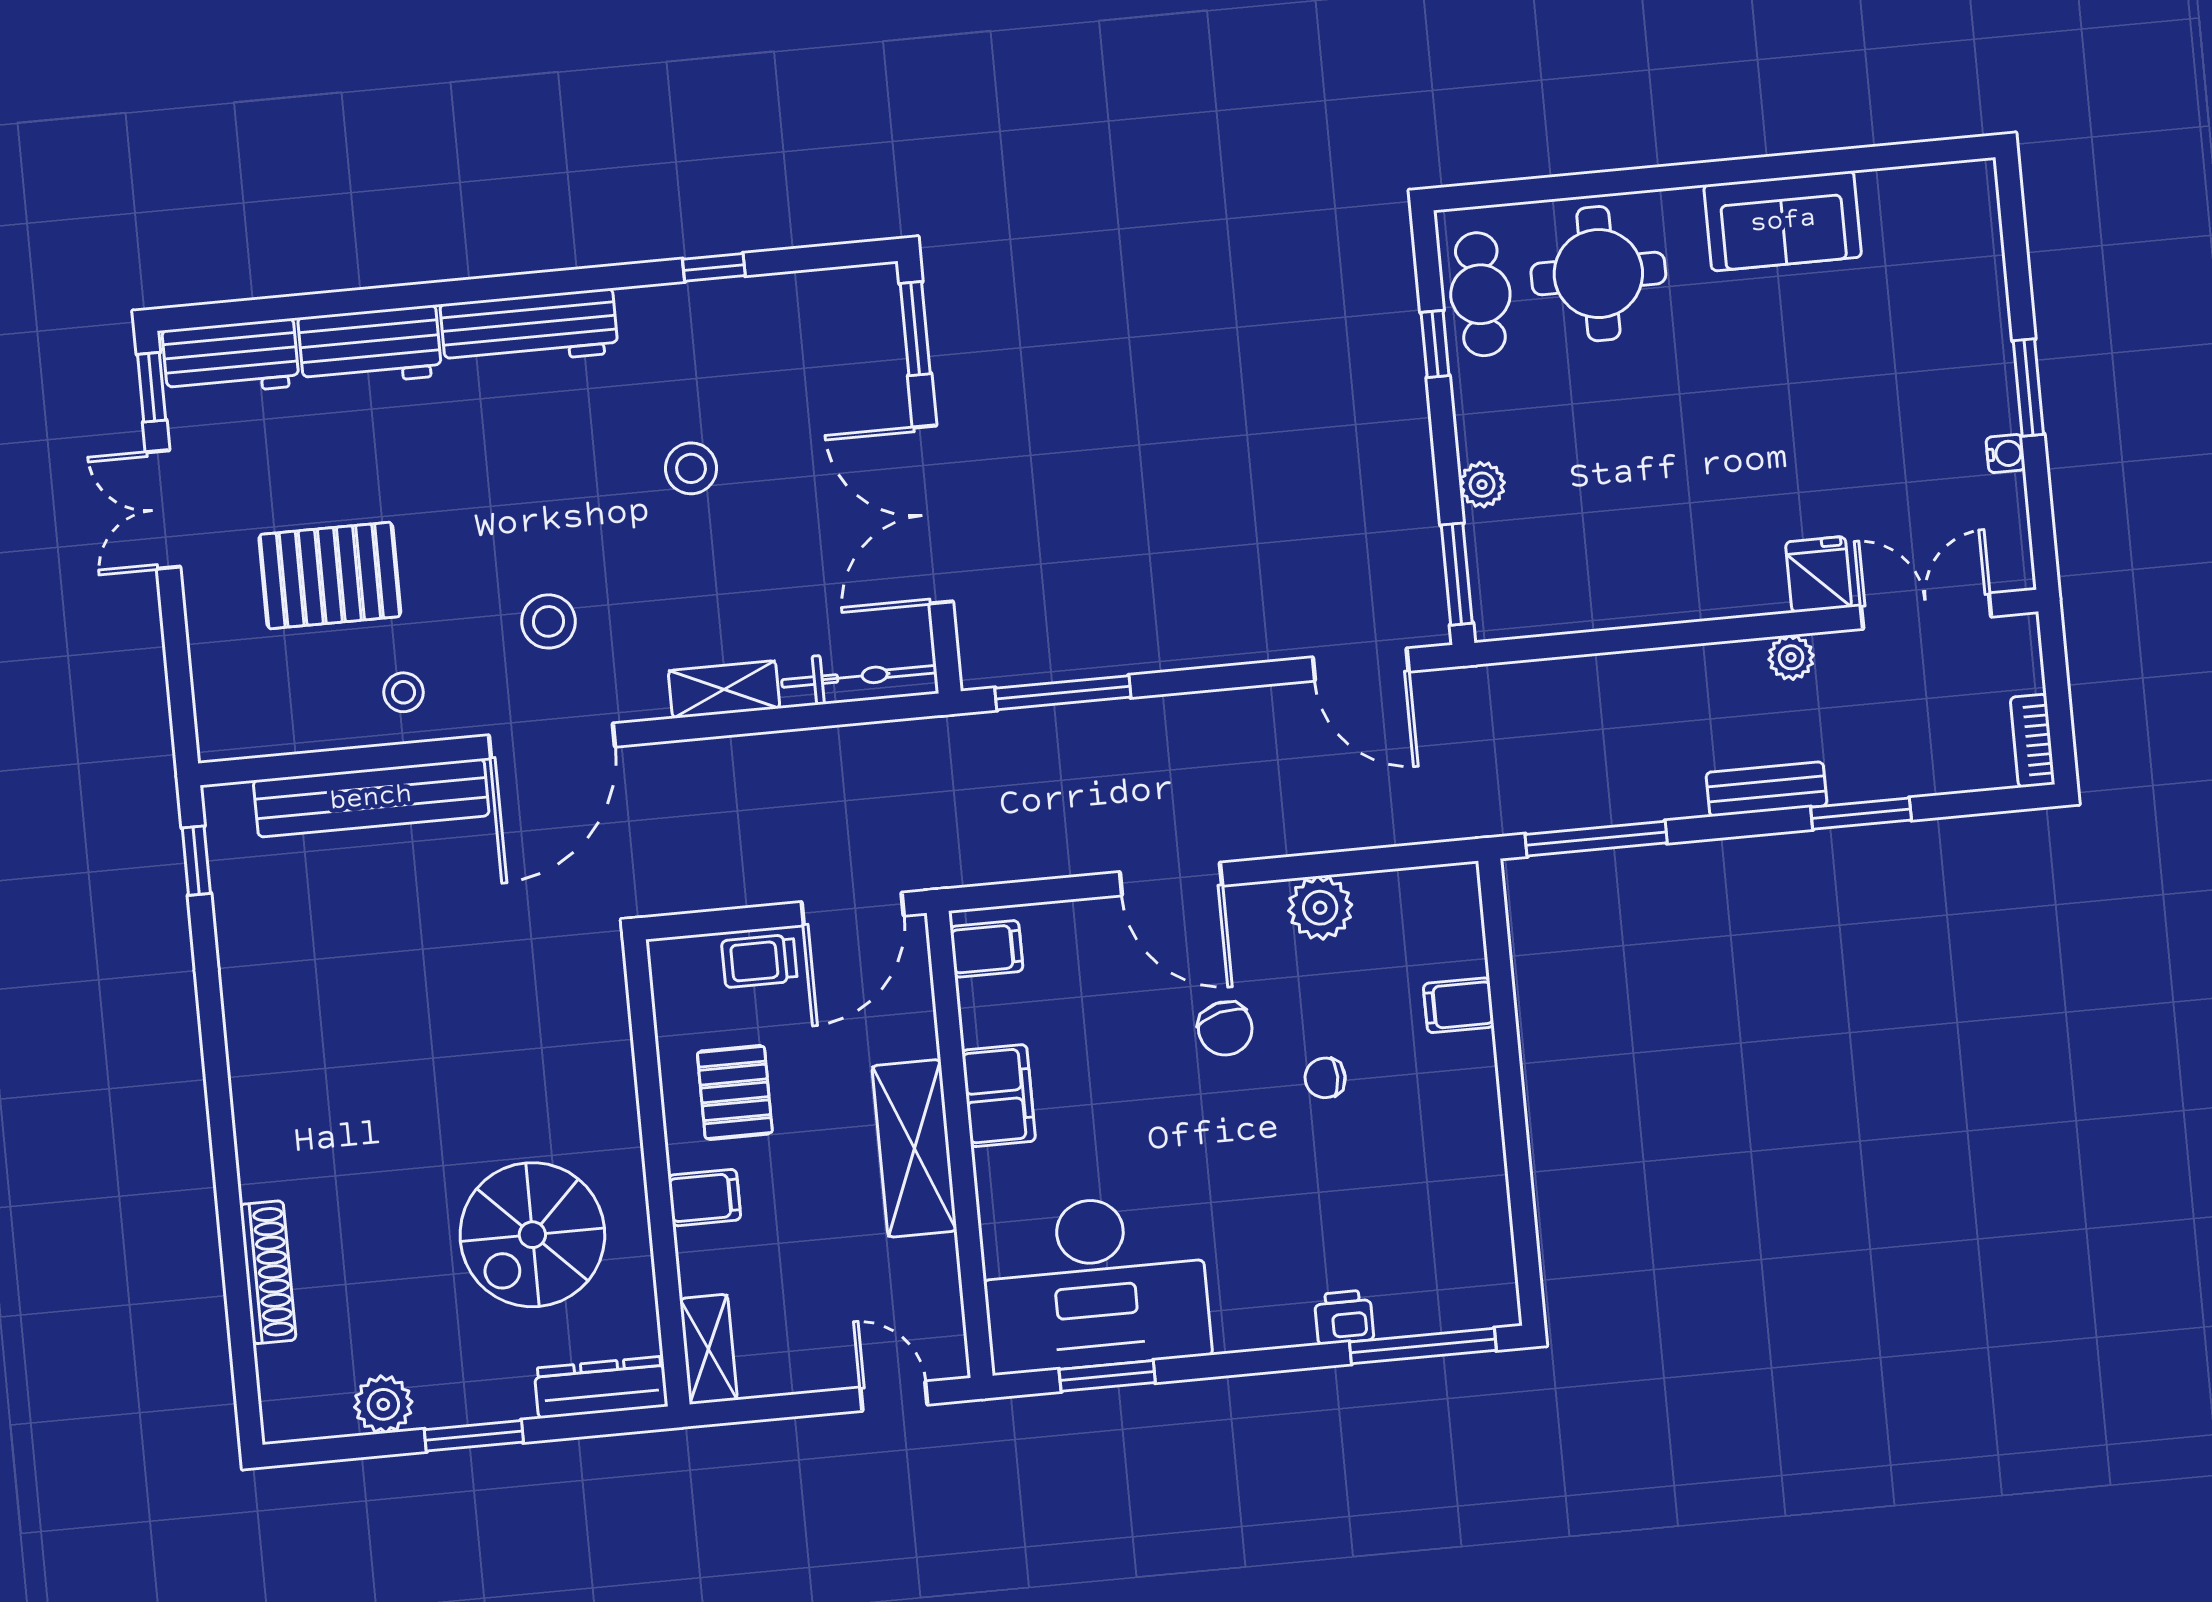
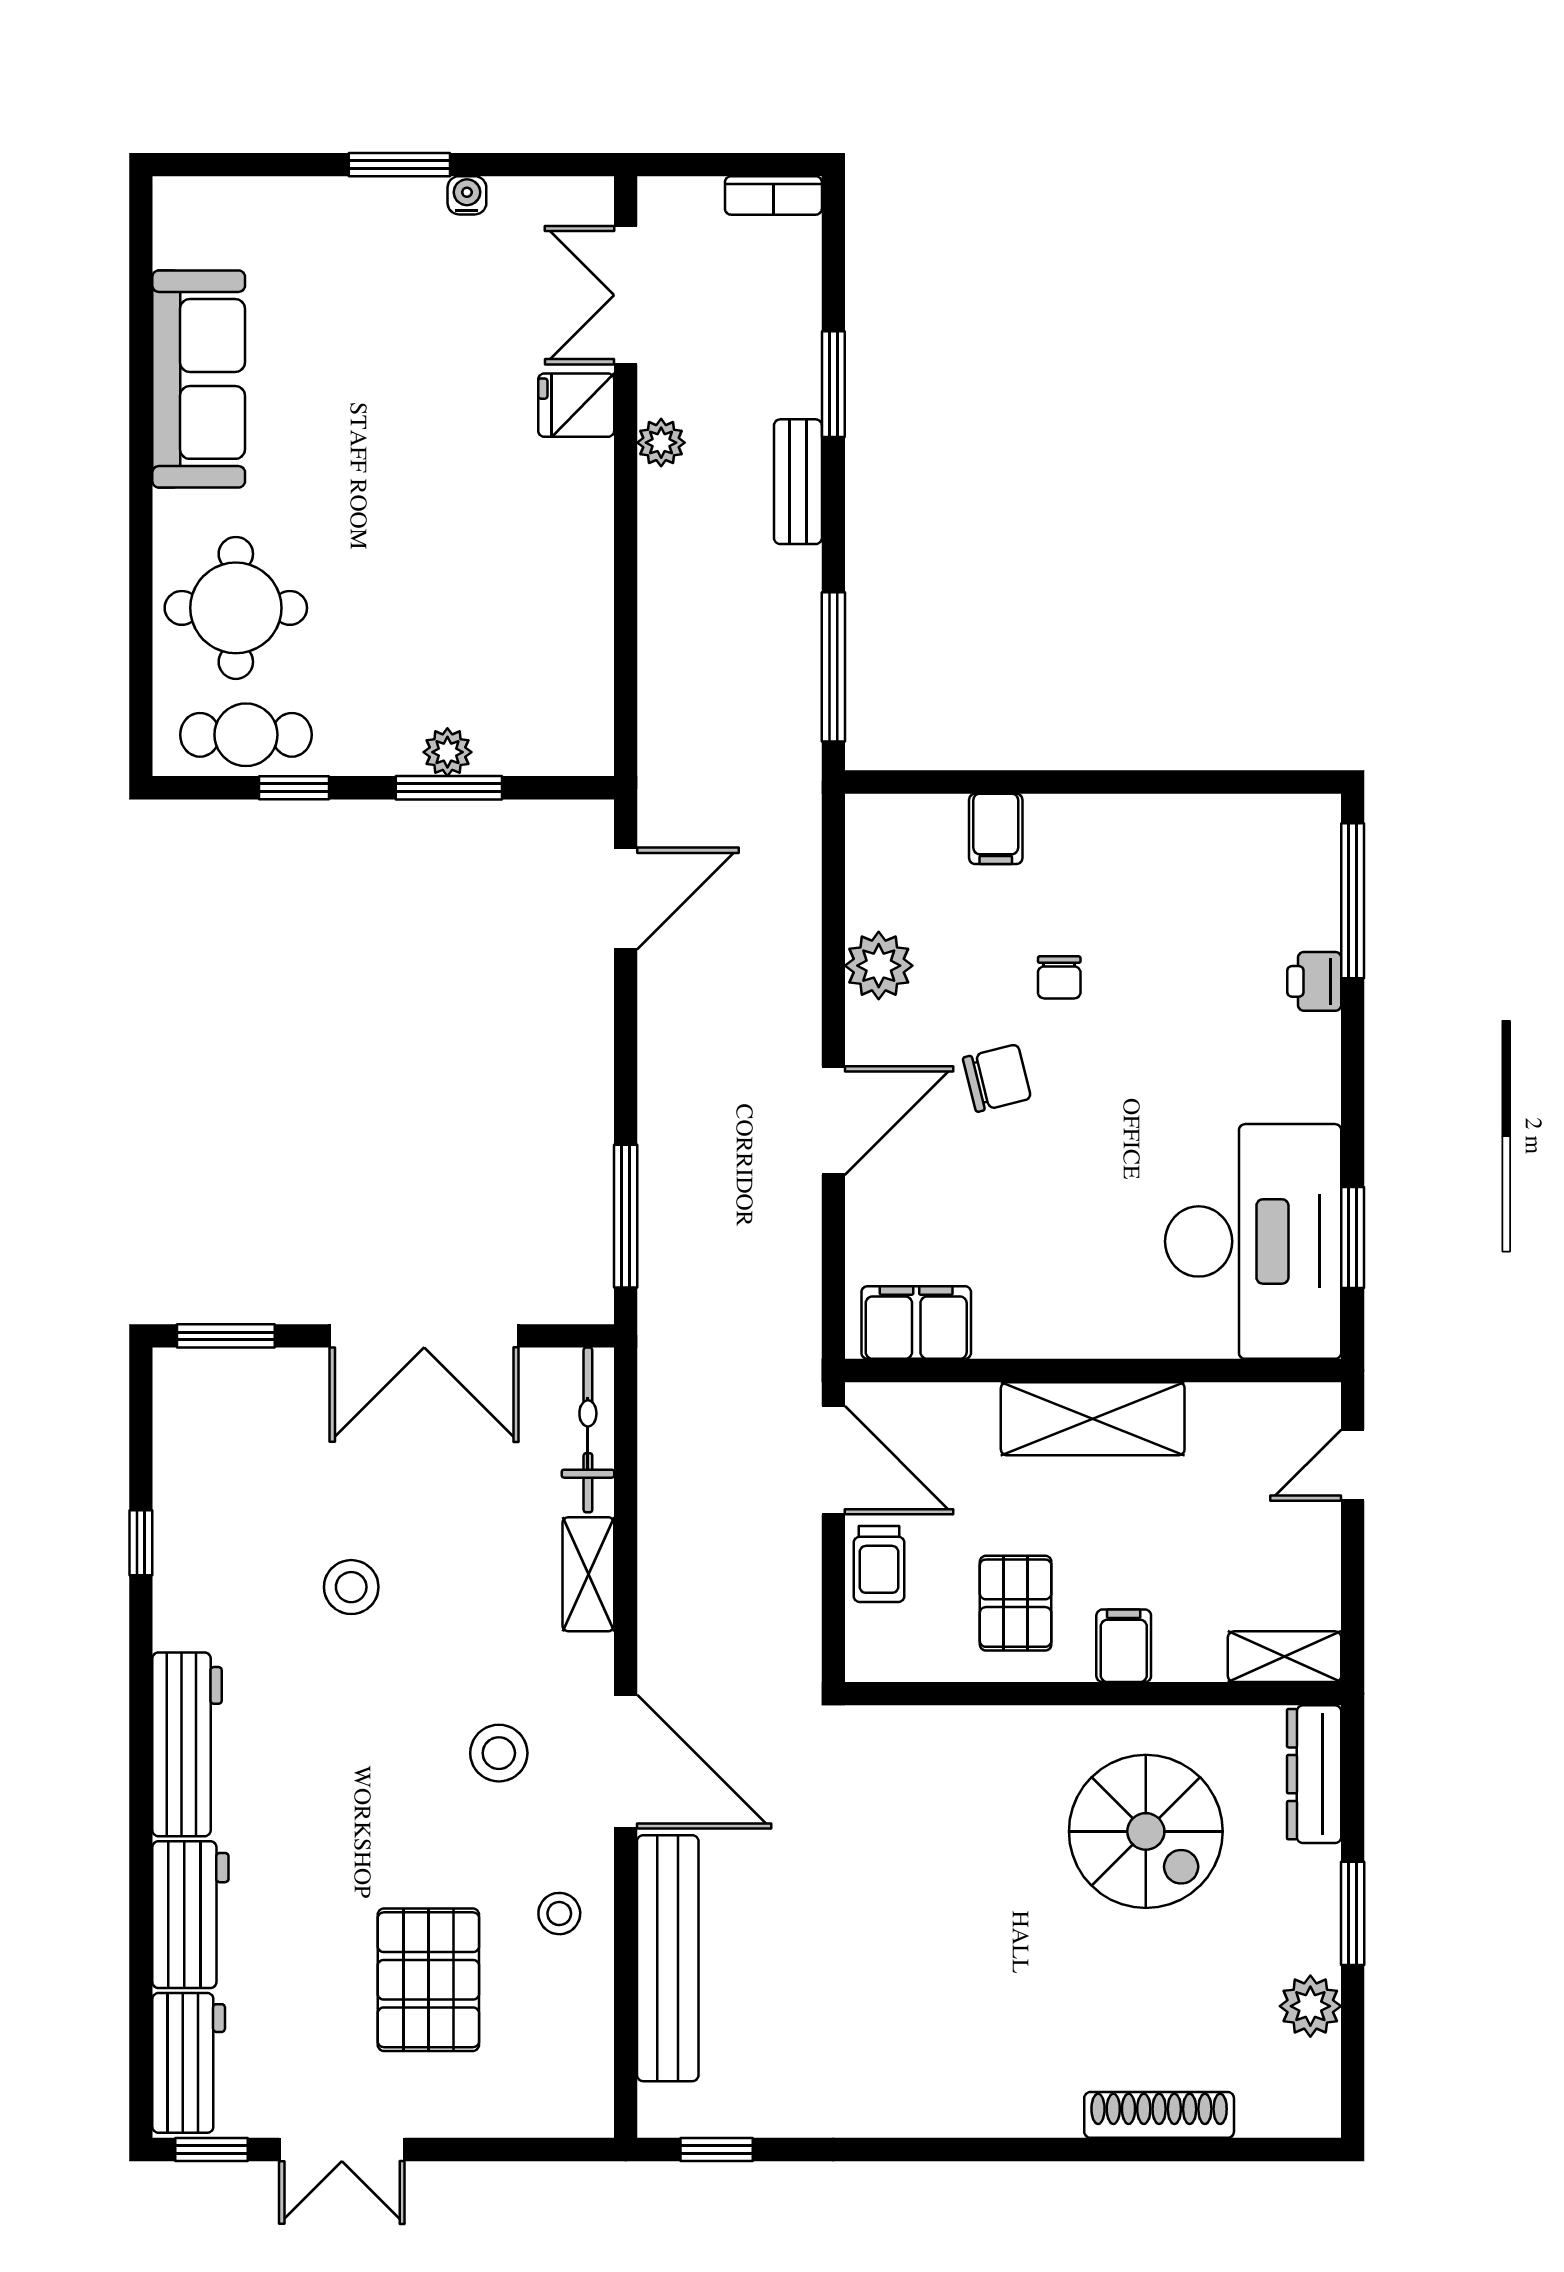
sofa: (1783, 221) -> (199, 379), width x1.36
window: (1457, 574) -> (449, 788), moved
filing cabinet: (987, 949) -> (916, 1323), width x2.00
pallet: (735, 1092) -> (1016, 1603), turned 90
filing cabinet: (999, 1096) -> (1045, 1324), removed

